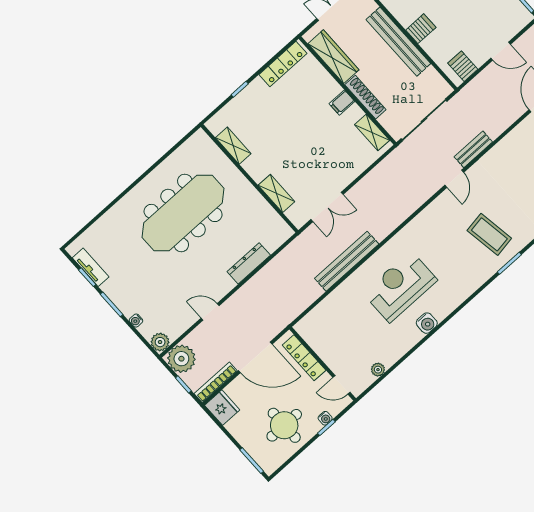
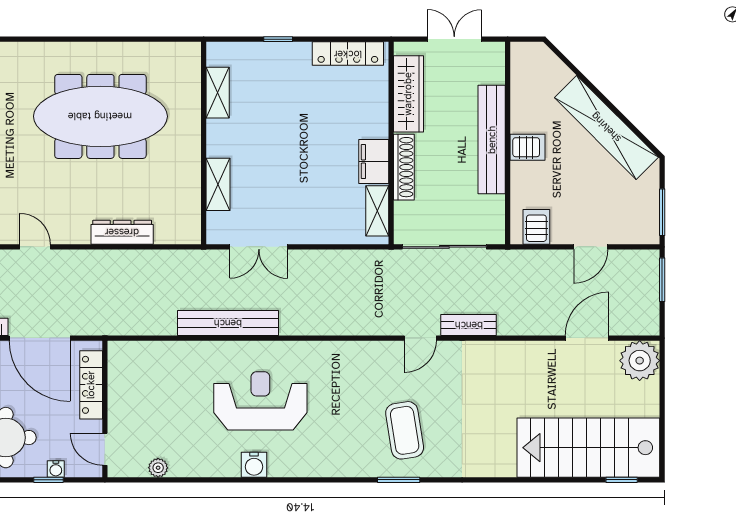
door: (501, 51) -> (591, 247), hinge flipped
filing cabinet: (342, 103) -> (374, 161), width x2.00

